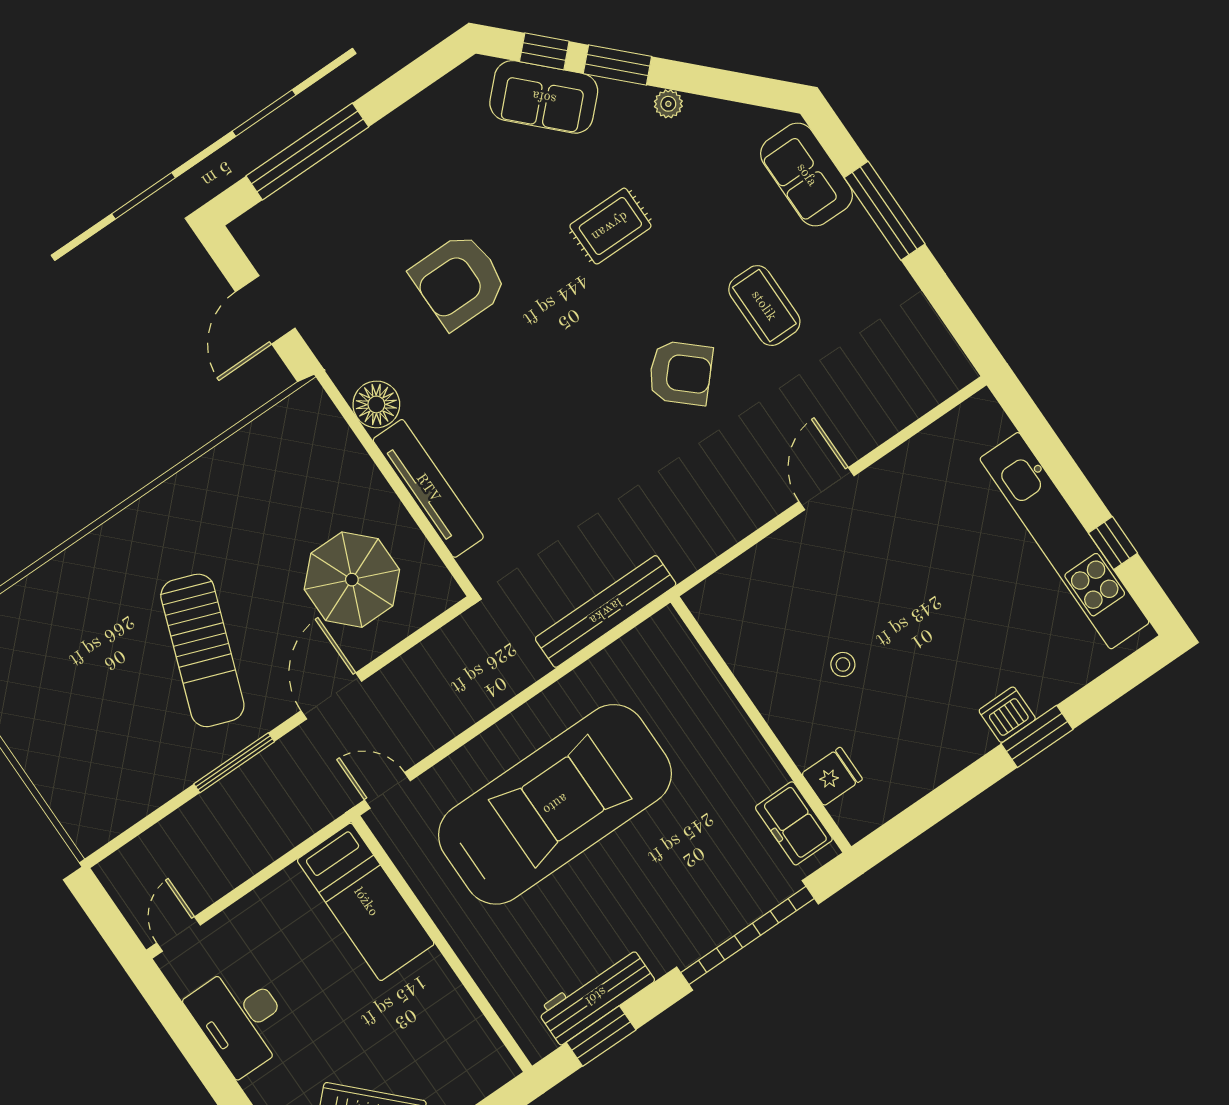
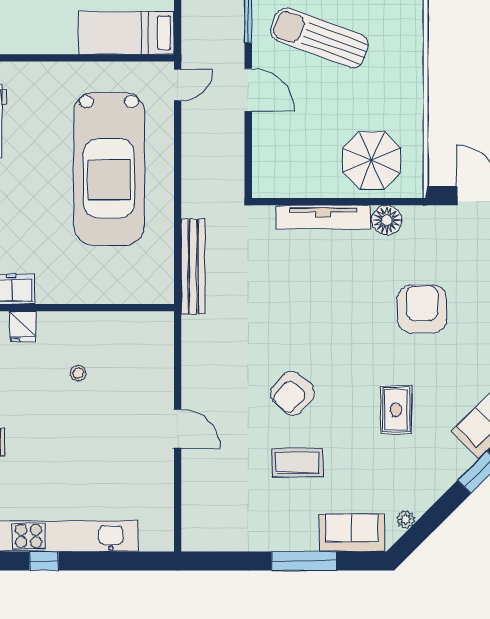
plant: (668, 104) -> (406, 519), moved
parasol: (352, 580) -> (372, 160), moved

